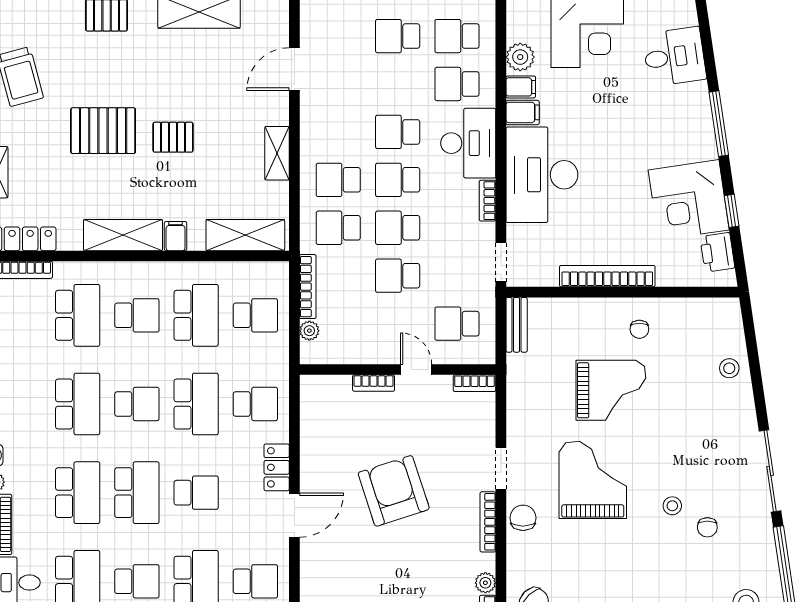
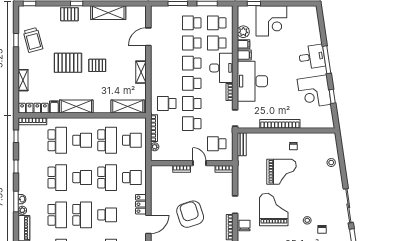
desk: (674, 57) -> (312, 57), moved
school desk: (338, 180) -> (192, 43), moved
filing cabinet: (176, 236) -> (54, 107), moved
printer: (717, 252) -> (326, 114), removed

